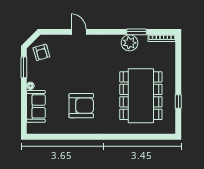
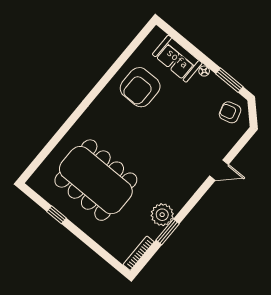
armchair: (81, 106) -> (140, 87), moved

